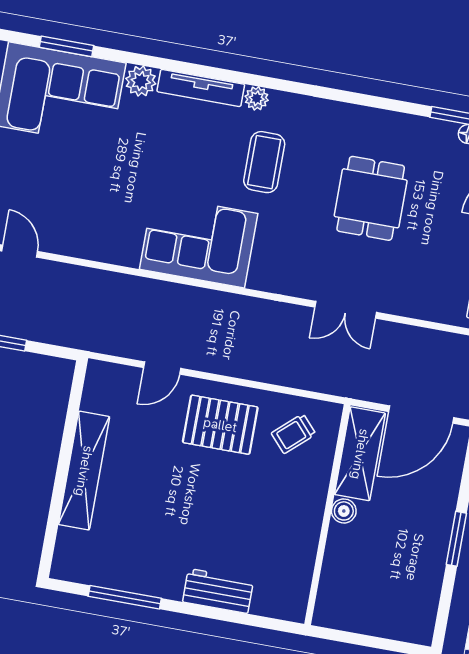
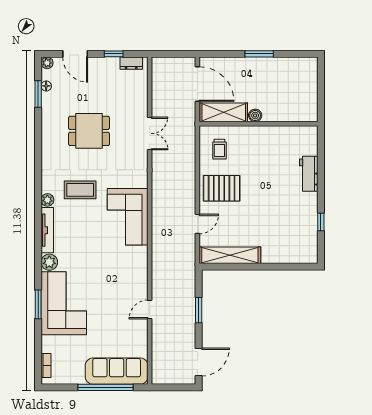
door: (162, 368) -> (197, 224), hinge flipped
pallet: (220, 425) -> (222, 188), turned 90
trolley: (293, 434) -> (219, 149), turned 42
shelving: (84, 471) -> (230, 255), moved
window: (125, 597) -> (321, 222), width x0.46

